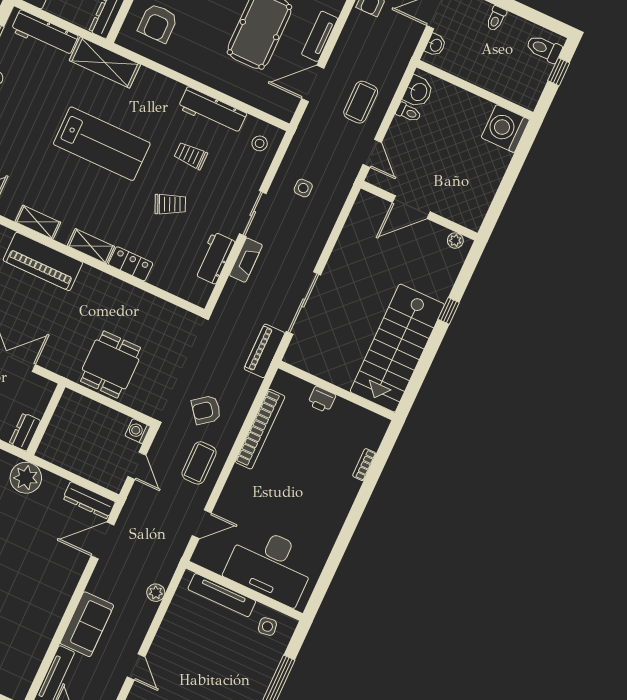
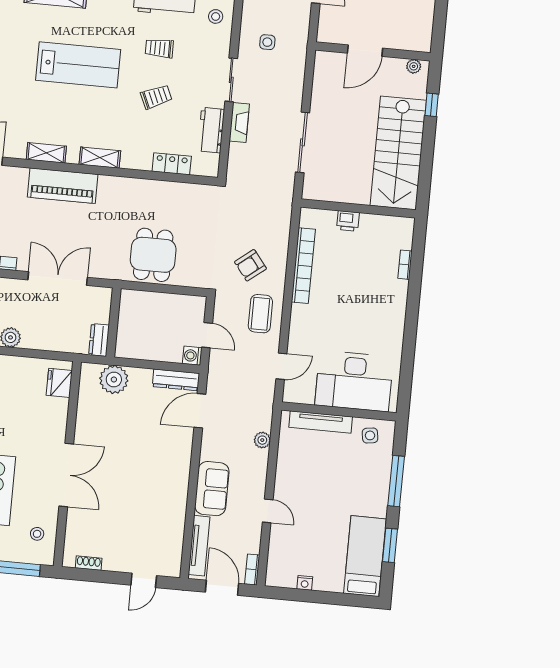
door: (411, 207) -> (365, 51), moved
wall: (419, 211) -> (373, 51), moved
plant: (455, 241) -> (414, 66), moved
locker: (131, 264) -> (172, 164), moved
piano: (264, 351) -> (283, 196), removed
washing machine: (138, 431) -> (192, 356), moved

